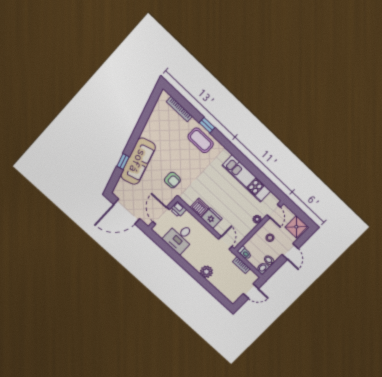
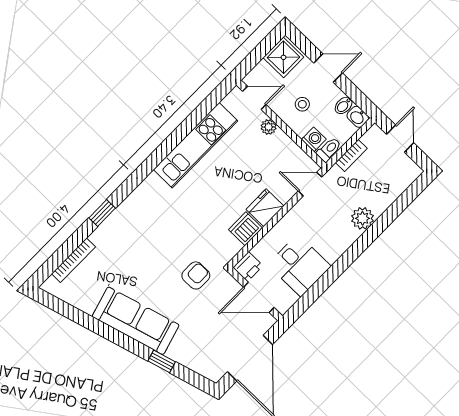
coffee table: (201, 140) -> (128, 225), removed
sofa: (138, 161) -> (136, 321), moved
washing machine: (250, 244) -> (314, 139), added

